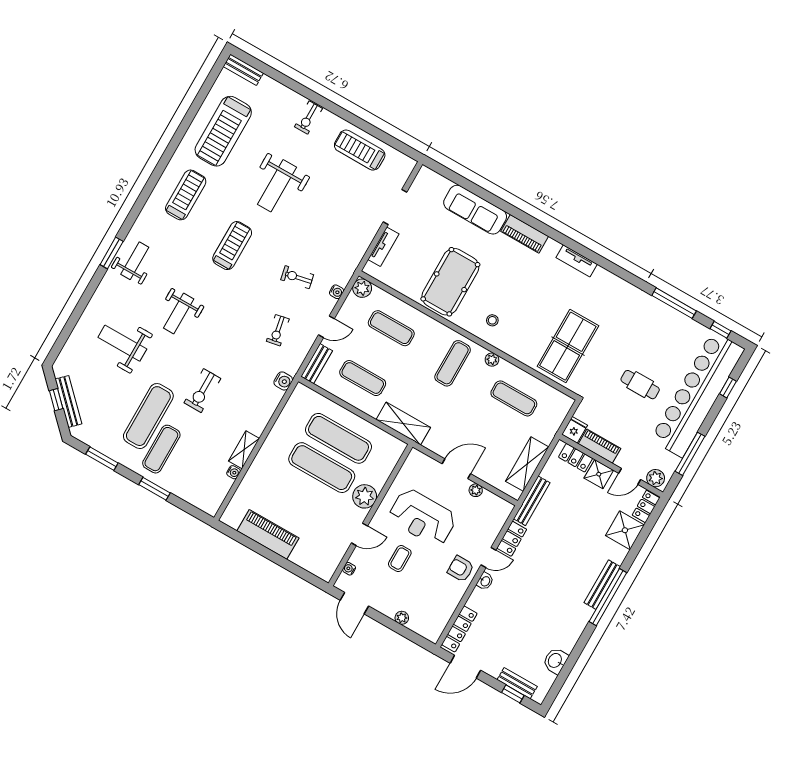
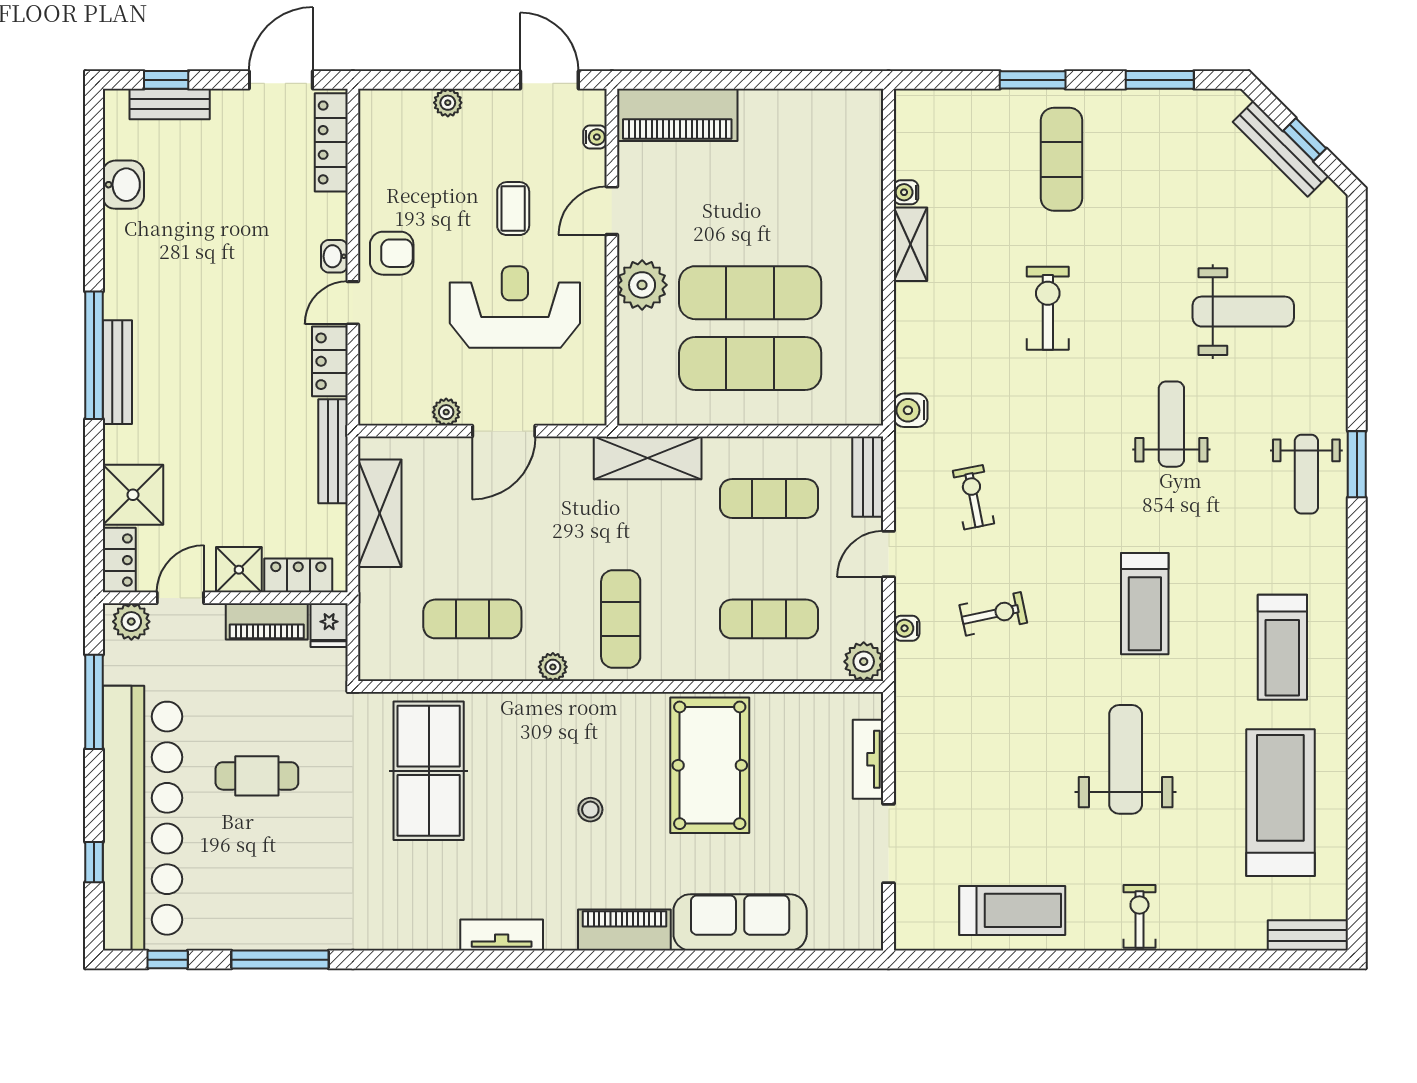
stool: (492, 320) -> (590, 810), moved
exercise mat: (148, 416) -> (1120, 206), removed
piano: (268, 534) -> (677, 115), moved

